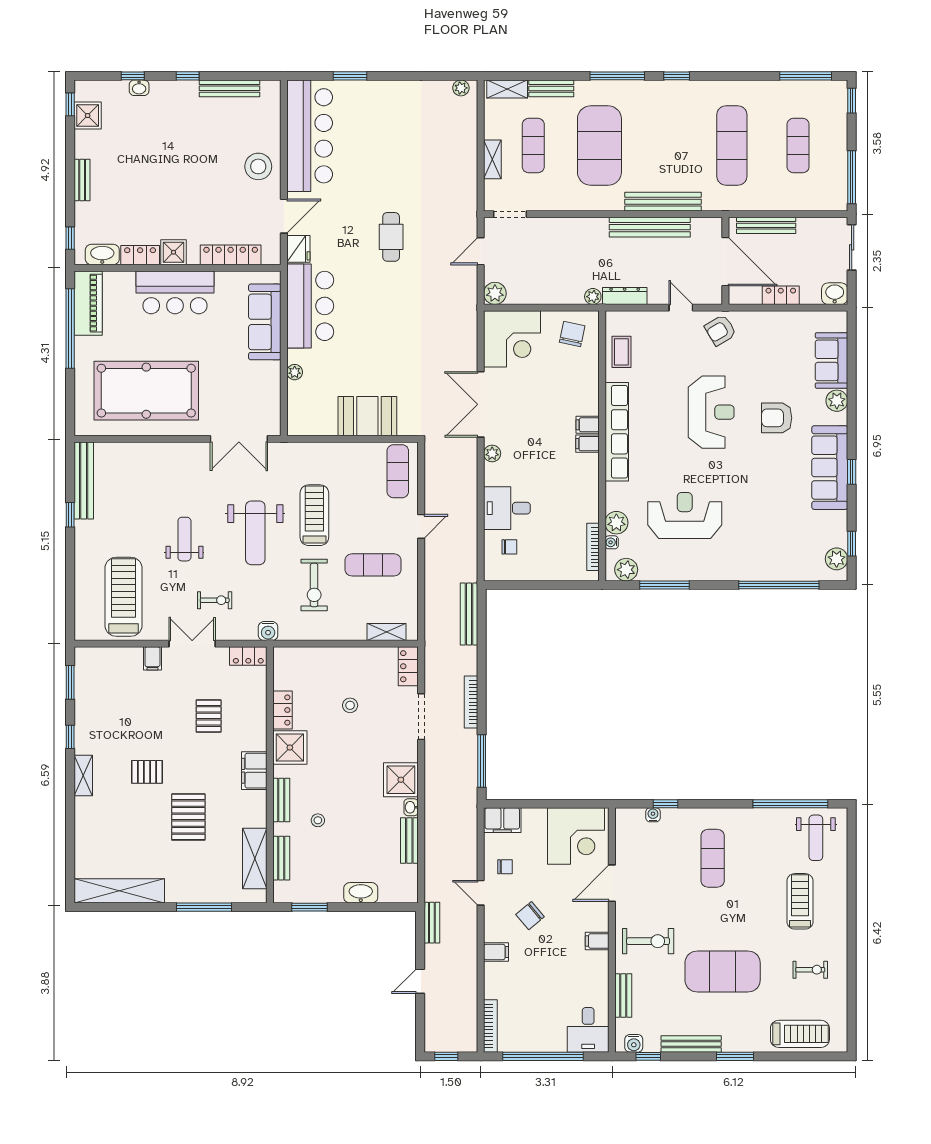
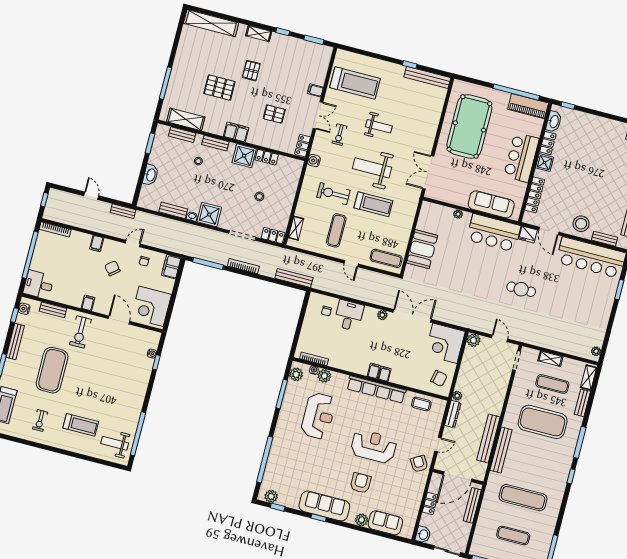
bench: (82, 180) -> (605, 239), moved
reception desk: (711, 412) -> (374, 446), turned 180
exercise mat: (713, 858) -> (118, 381), removed
shelving: (119, 891) -> (211, 23), moved, turned 90

